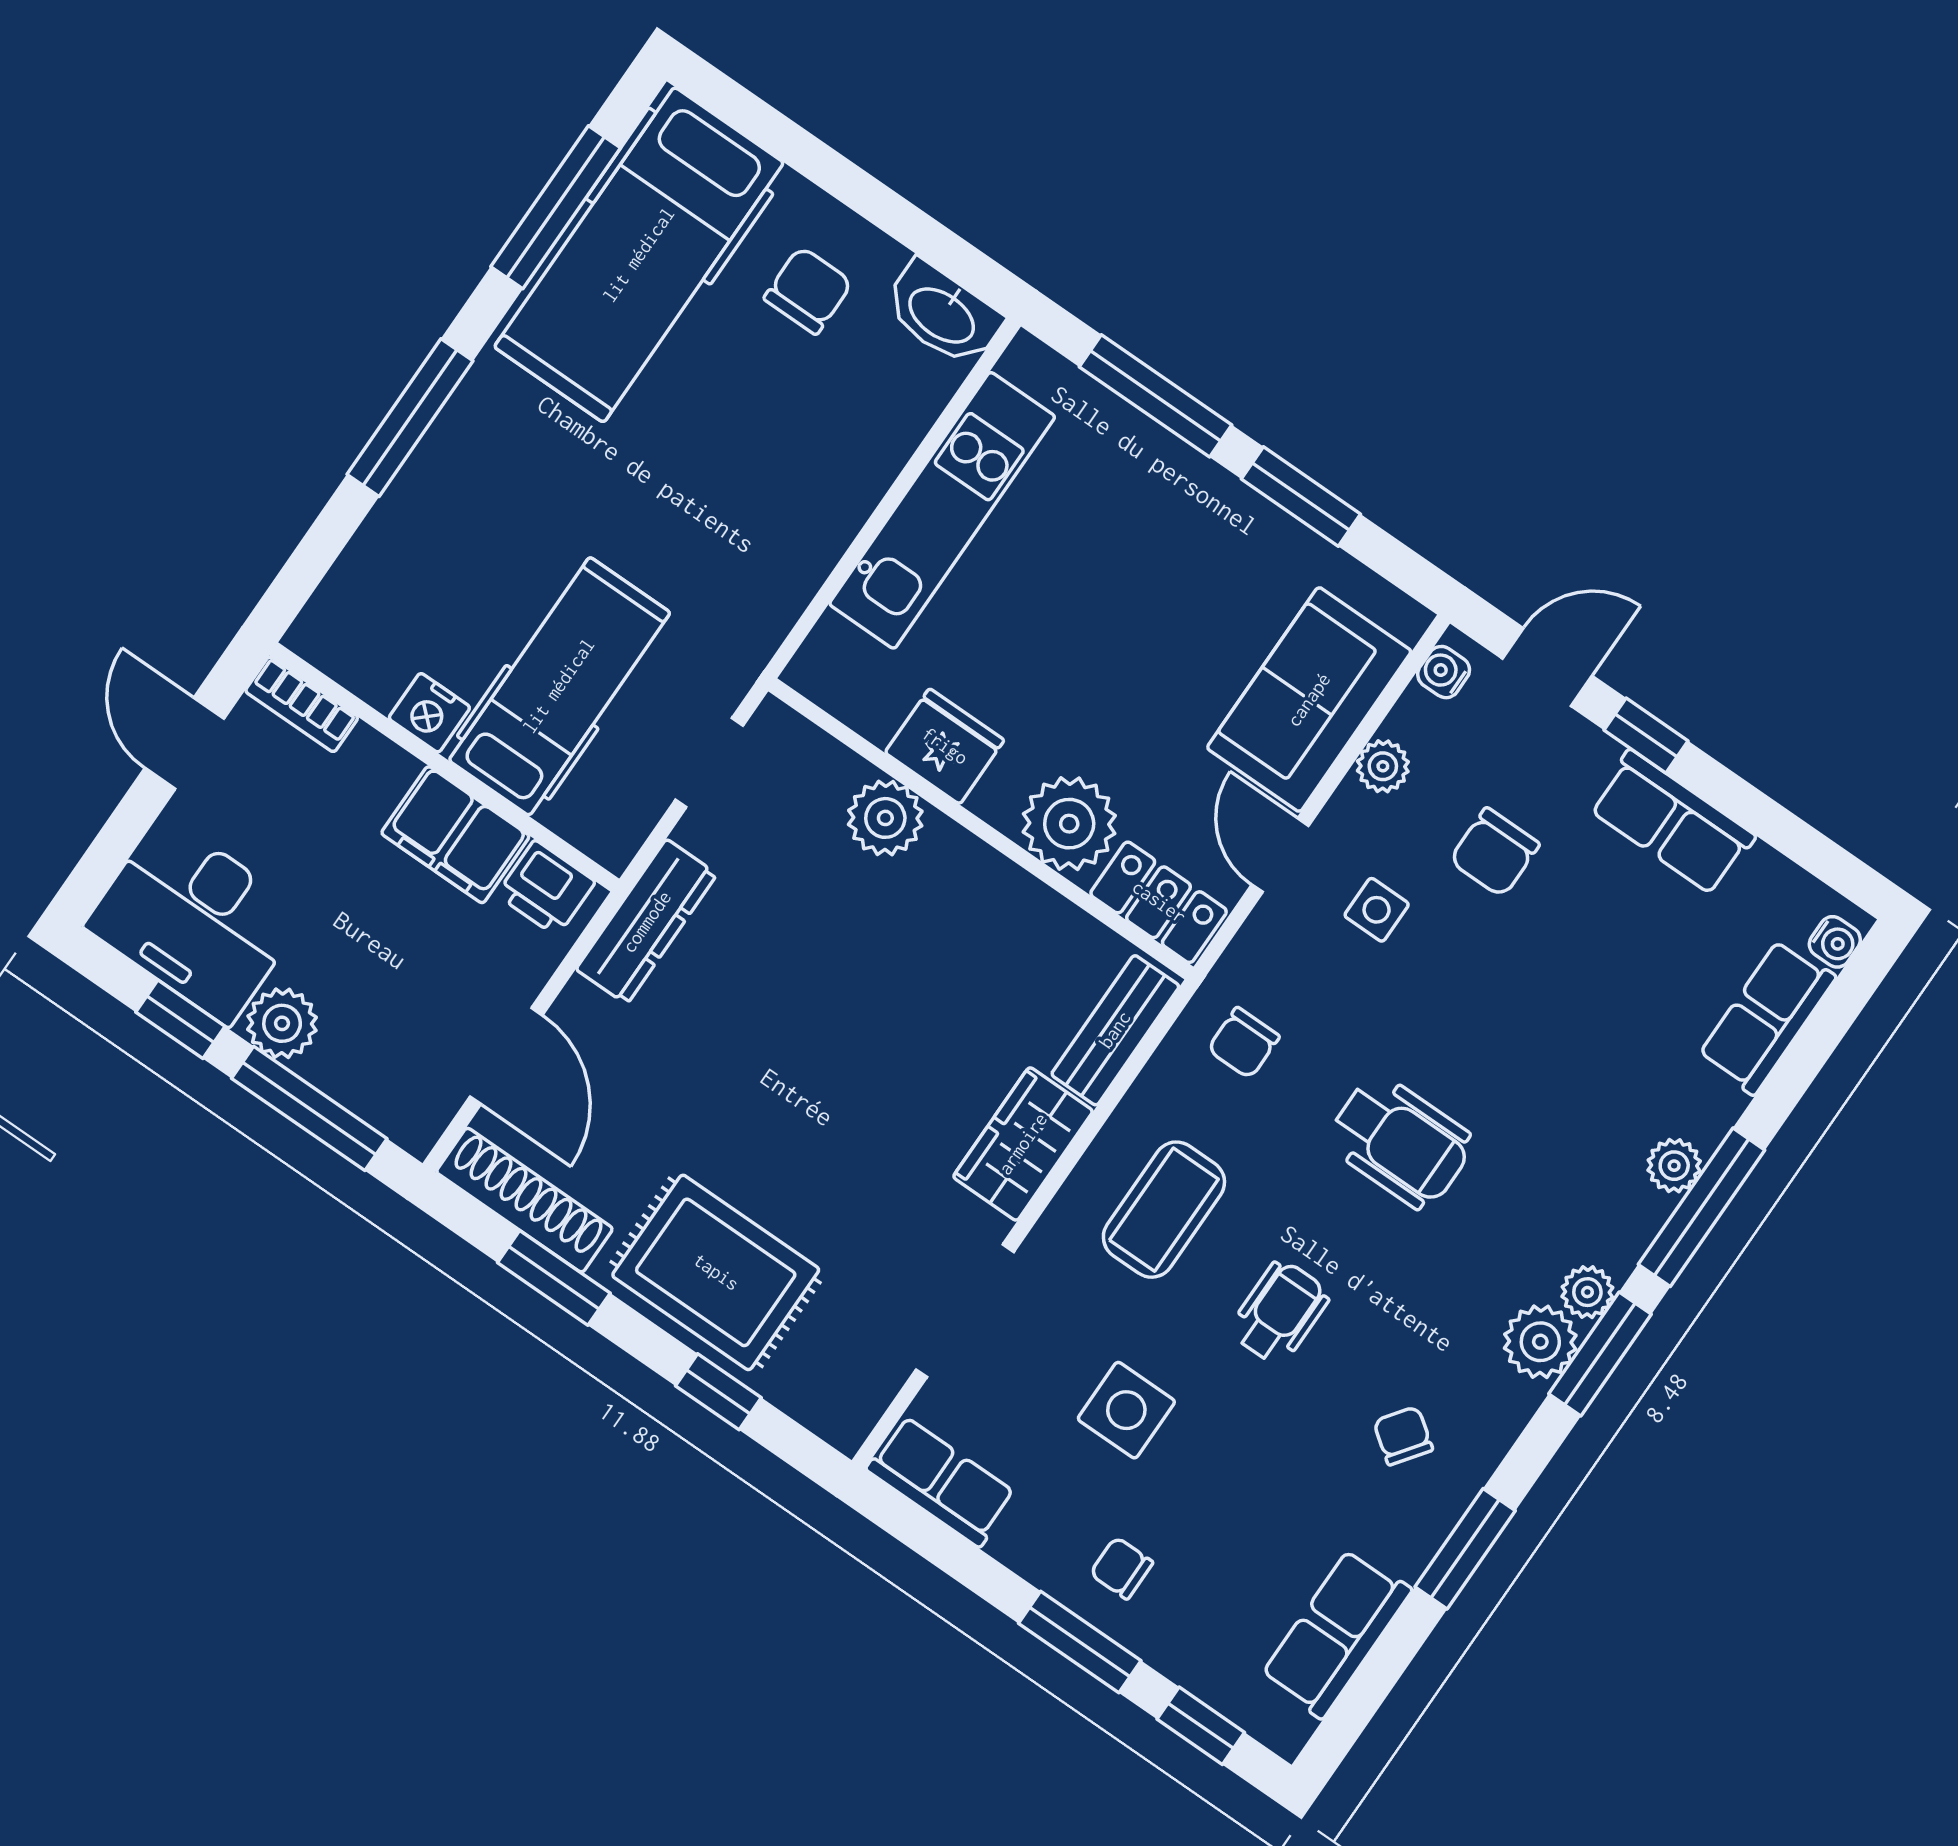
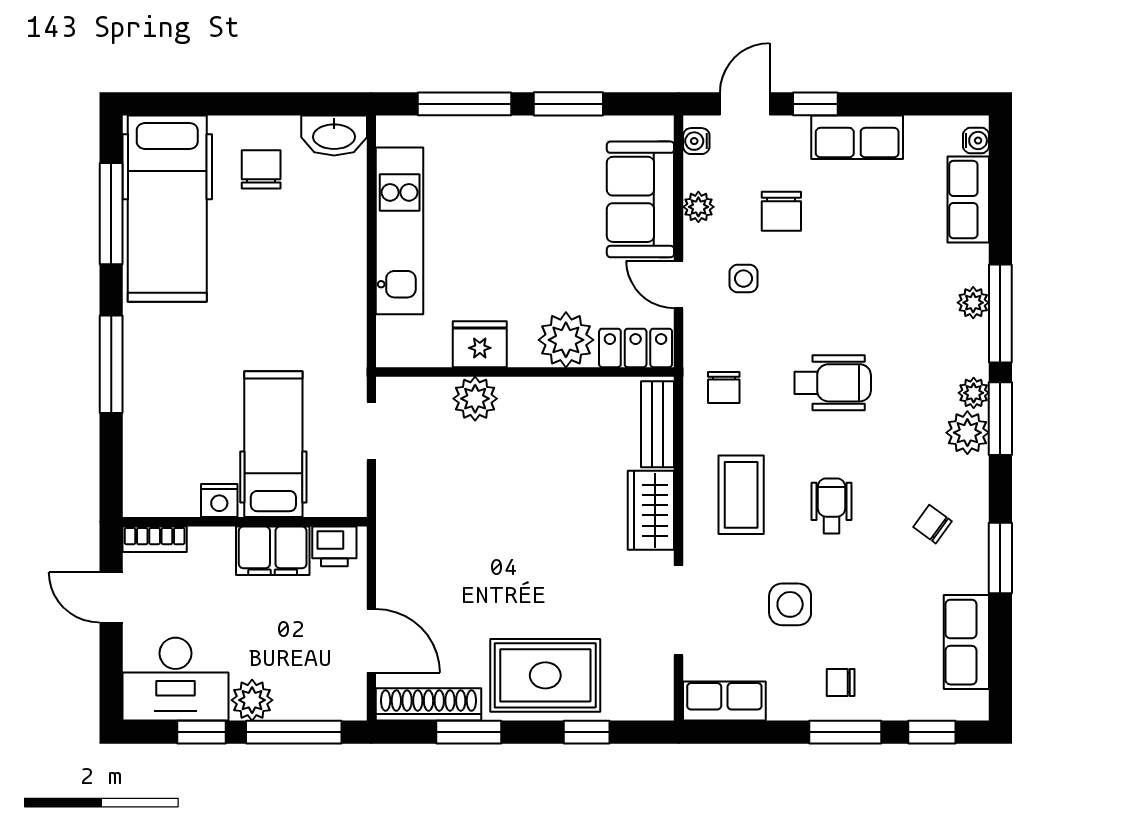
dresser: (647, 922) -> (394, 529), removed

